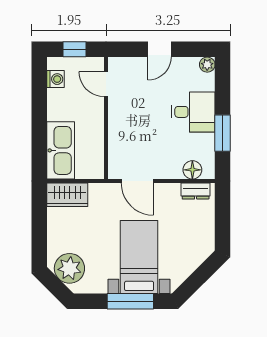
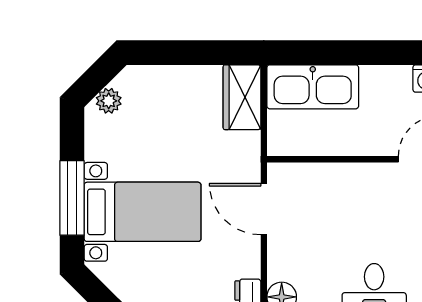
door: (137, 181) -> (264, 209), hinge flipped
plant: (69, 268) -> (109, 101), width x0.53, depth x0.53

